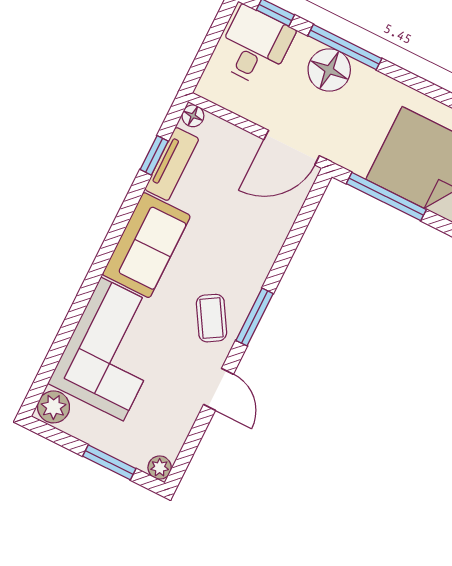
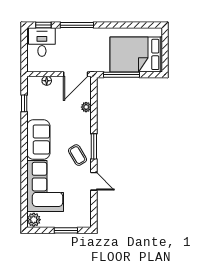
floor lamp: (329, 70) -> (75, 37), removed
floor lamp: (193, 116) -> (47, 81), moved
tv unit: (172, 164) -> (33, 103), removed
plant: (160, 468) -> (86, 107), moved

